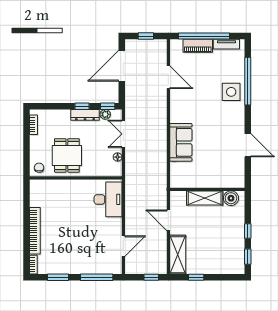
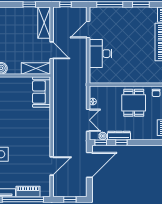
door: (122, 66) -> (89, 165), moved
door: (168, 77) -> (52, 166), swing flipped
sofa: (181, 142) -> (42, 92), moved
shelving: (205, 198) -> (36, 68), moved
desk: (108, 199) -> (100, 54), moved

